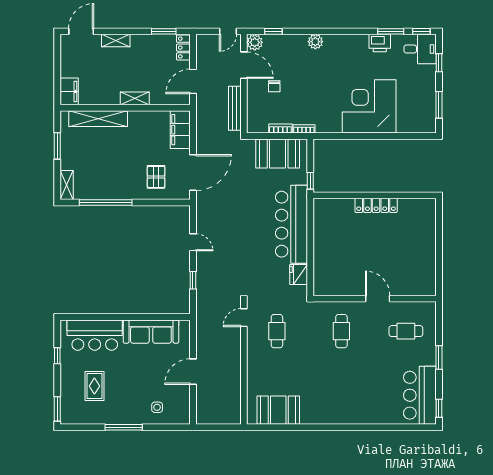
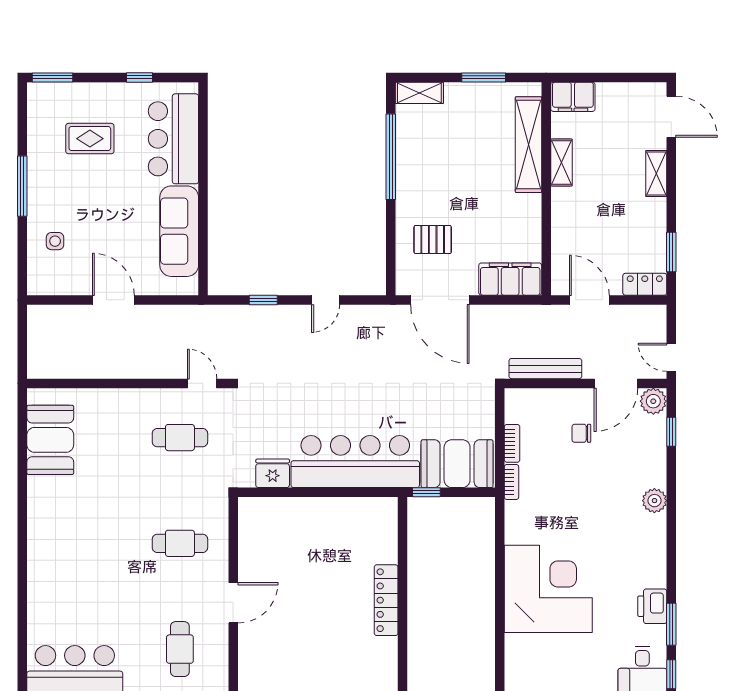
shelving: (135, 98) -> (561, 163), moved
booth: (278, 153) -> (457, 464), moved, turned 90

